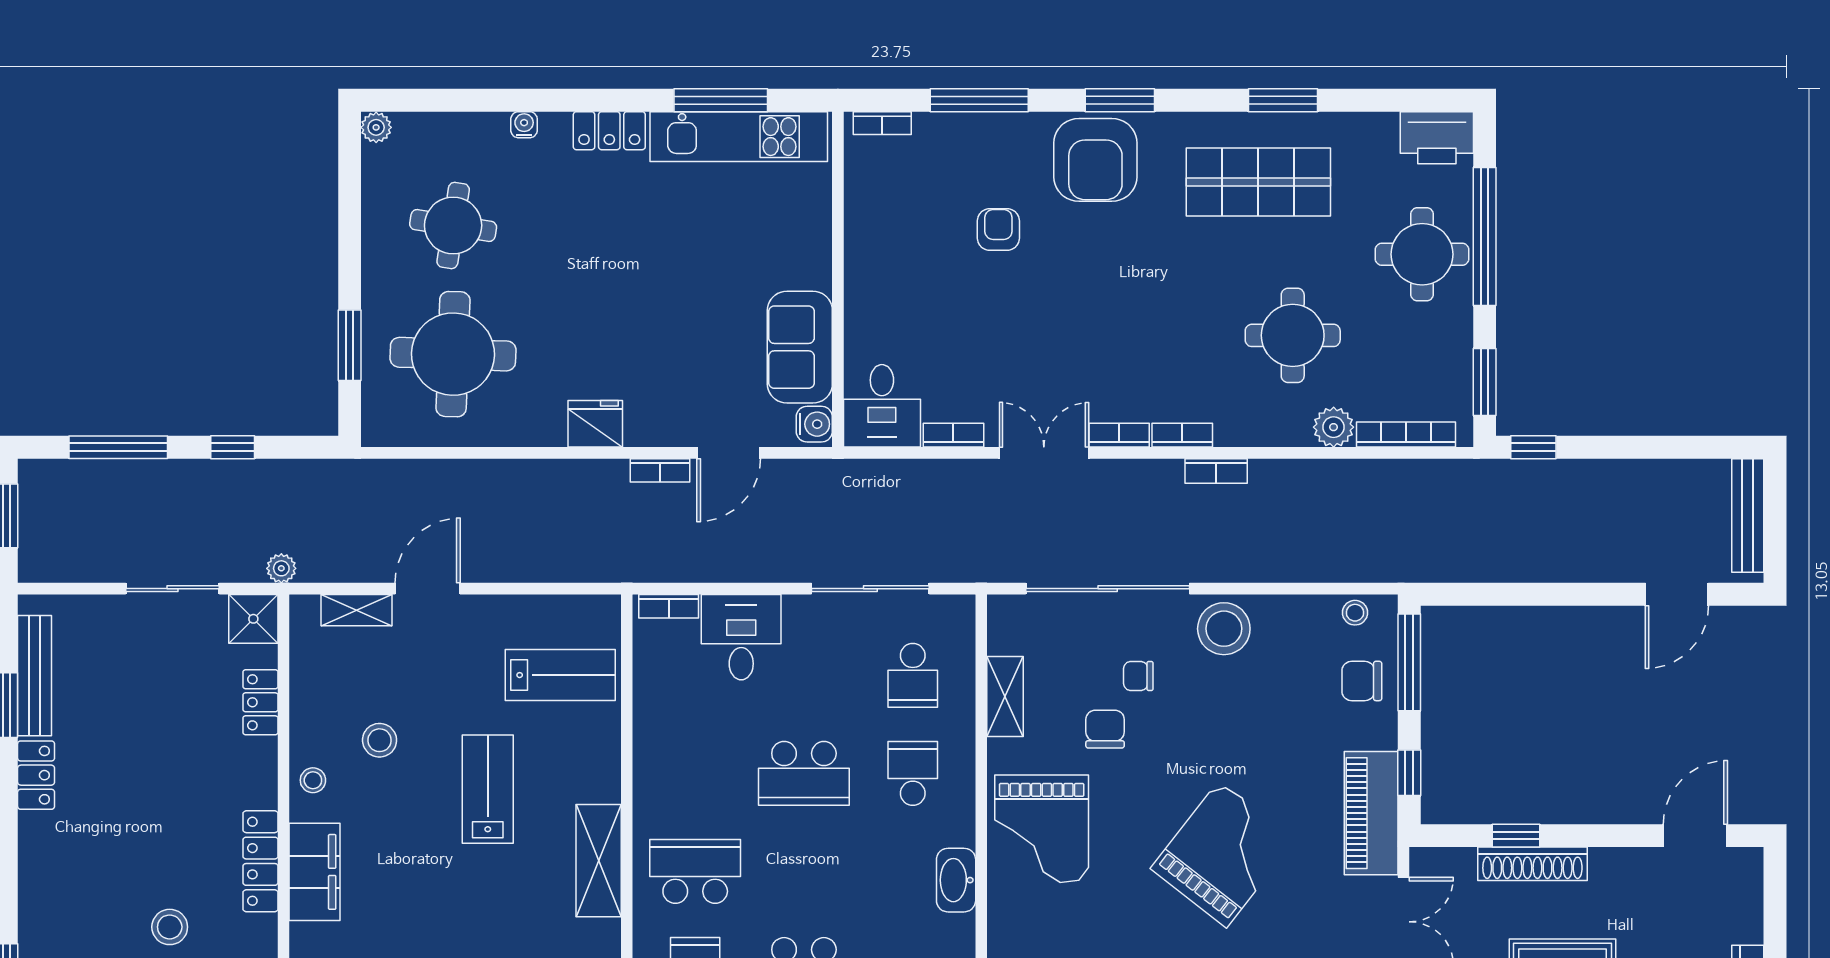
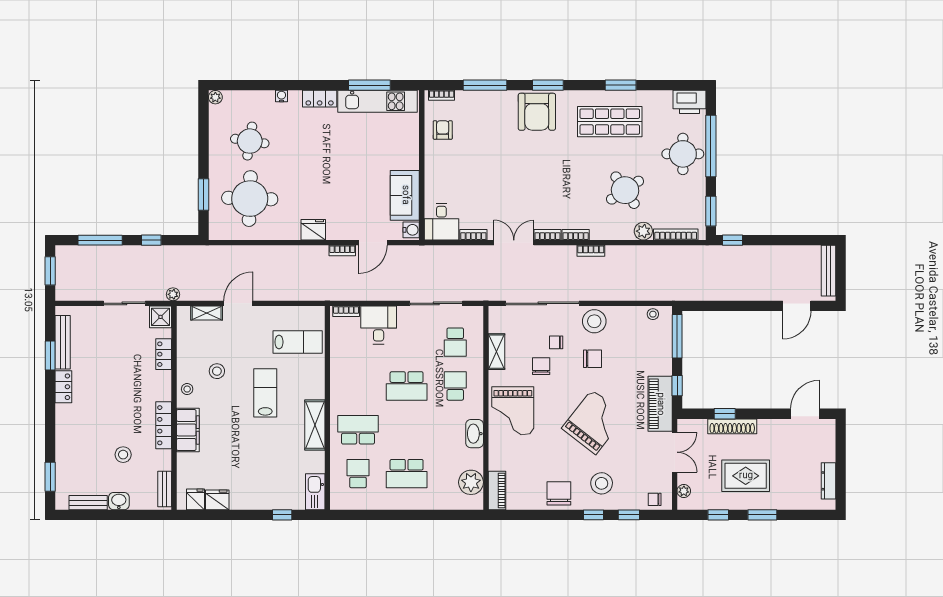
armchair: (998, 230) -> (443, 130), moved
round table: (1293, 335) -> (625, 190), turned -34
chair: (1362, 681) -> (592, 359), moved, turned 180

